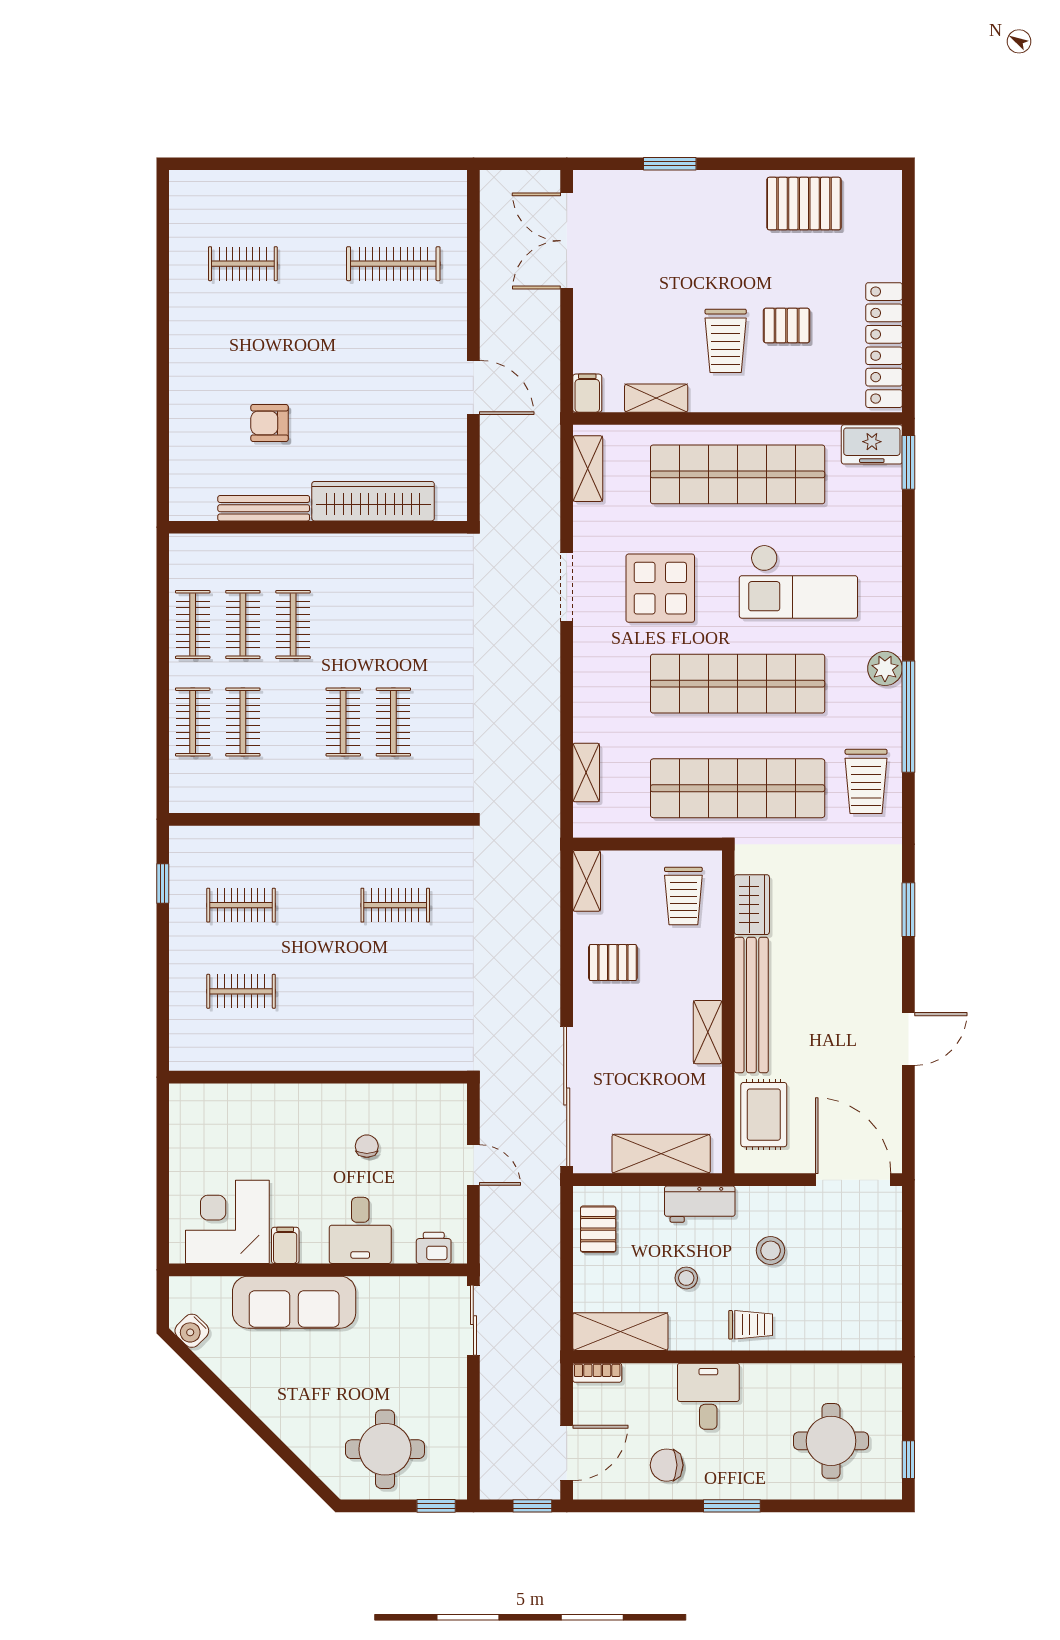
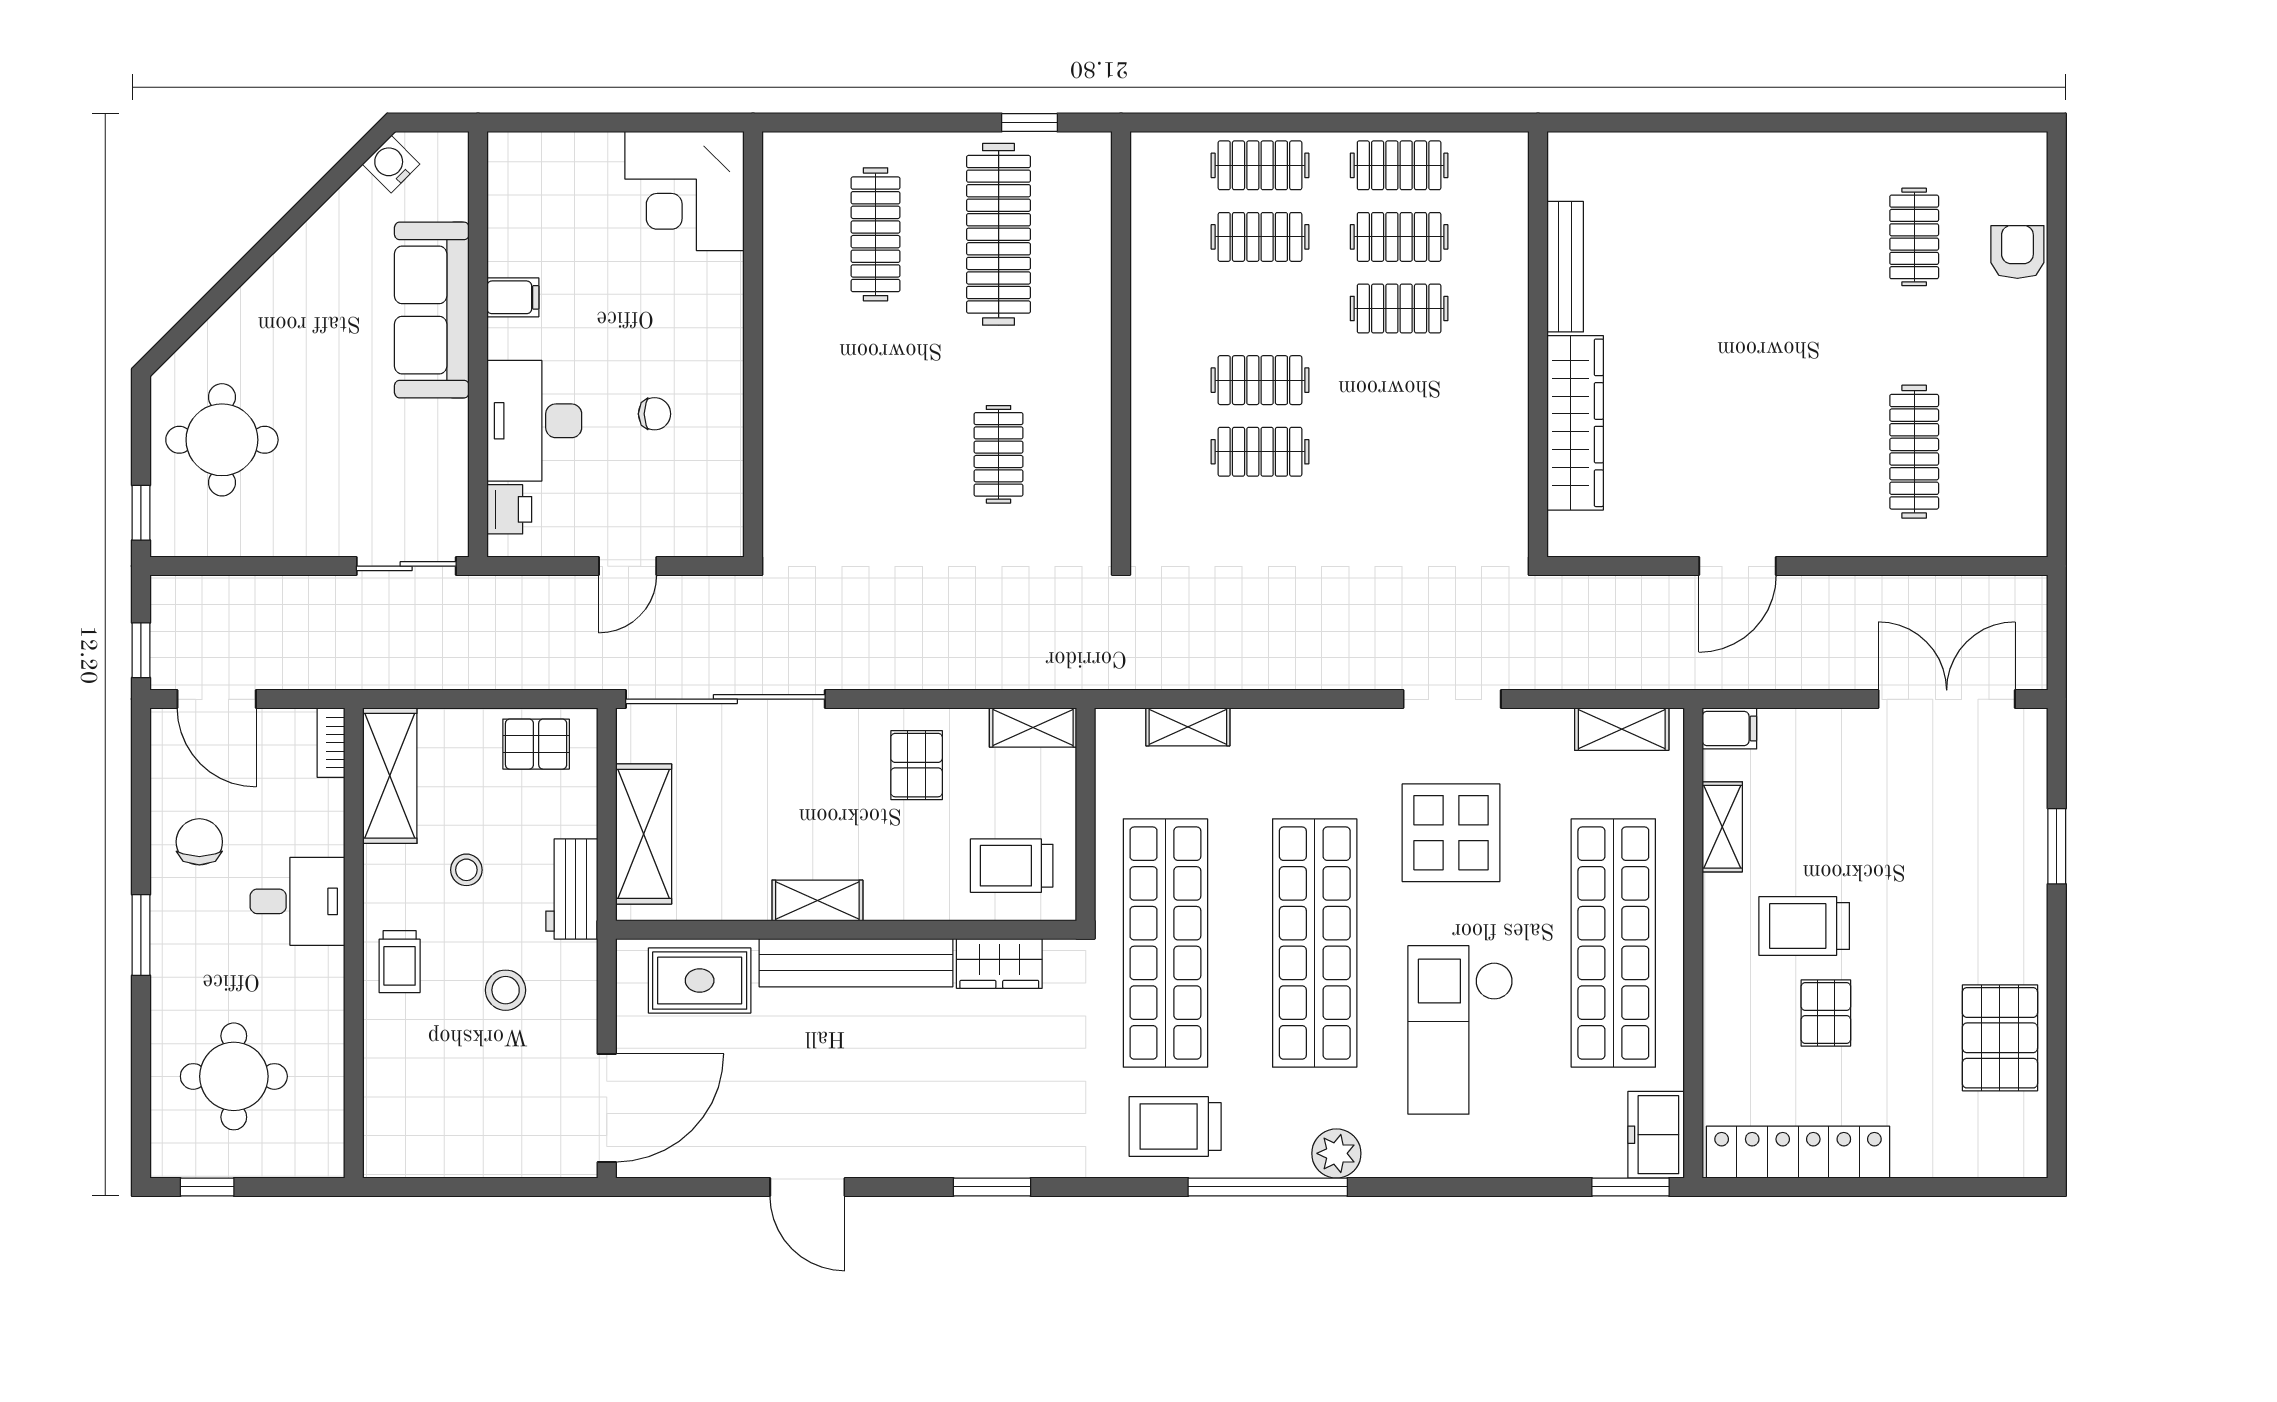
armchair: (270, 423) -> (2017, 252), moved
clothes rail: (241, 905) -> (999, 234), width x1.86, depth x1.31
clothes rail: (241, 991) -> (876, 234), width x1.36
corner desk: (227, 1222) -> (685, 191), moved, turned 180
desk: (360, 1230) -> (534, 421), width x1.37

